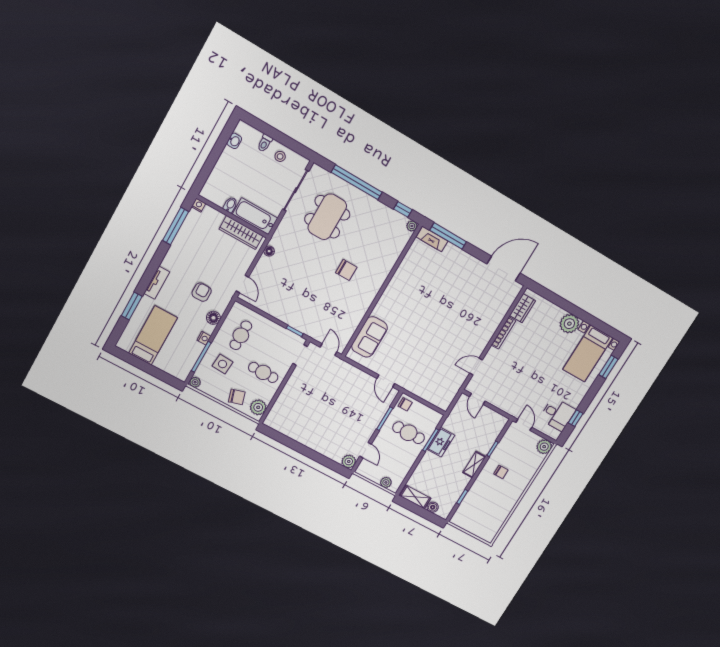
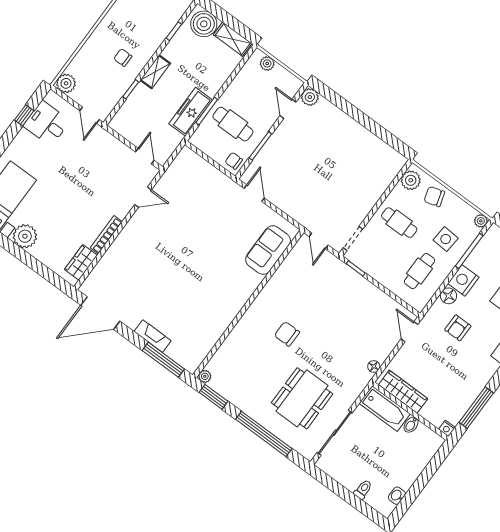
stool: (280, 156) -> (348, 473), removed
window: (403, 209) -> (213, 397), width x1.50
fireplace: (432, 239) -> (153, 336), moved
nightstand: (204, 338) -> (463, 280), width x1.89, depth x1.79
freezer: (441, 442) -> (191, 112), width x1.40
boiler: (433, 507) -> (204, 24), width x1.86, depth x1.86

